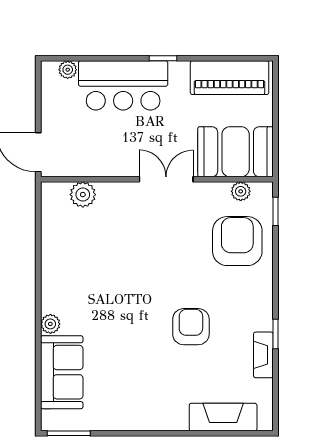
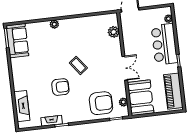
coffee table: (148, 281) -> (78, 65), added
sofa: (62, 372) -> (17, 41), moved, turned -90

